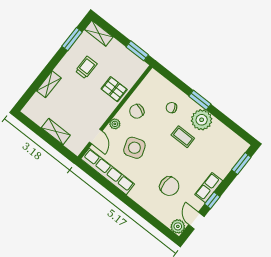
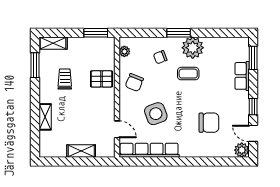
plant: (115, 124) -> (124, 51), moved
row of seats: (209, 188) -> (242, 76), moved

